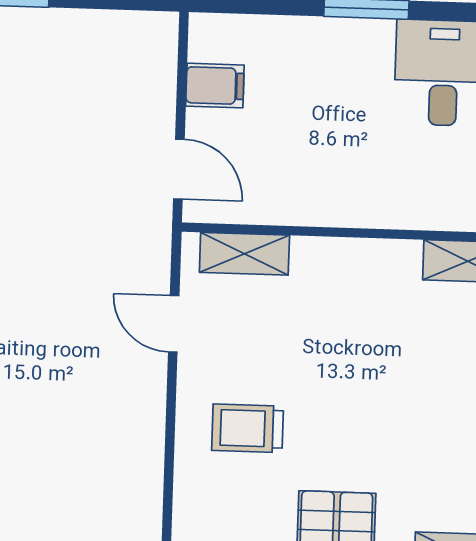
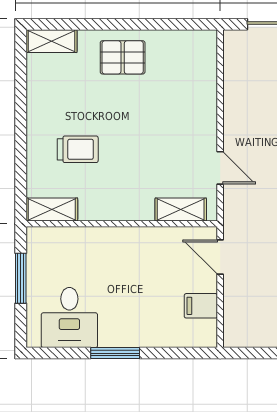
trolley: (248, 428) -> (78, 149), moved

